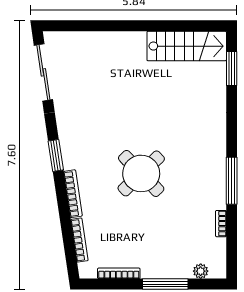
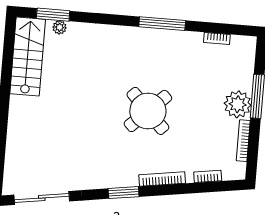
plant: (219, 76) -> (60, 27), added
bookcase: (221, 224) -> (217, 39), moved
bookcase: (79, 240) -> (208, 176), width x0.64
plant: (201, 271) -> (238, 104), moved, width x1.88, depth x1.88

